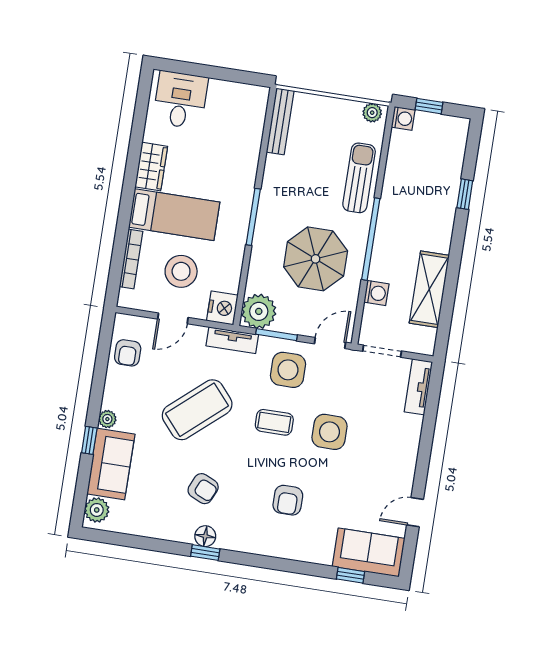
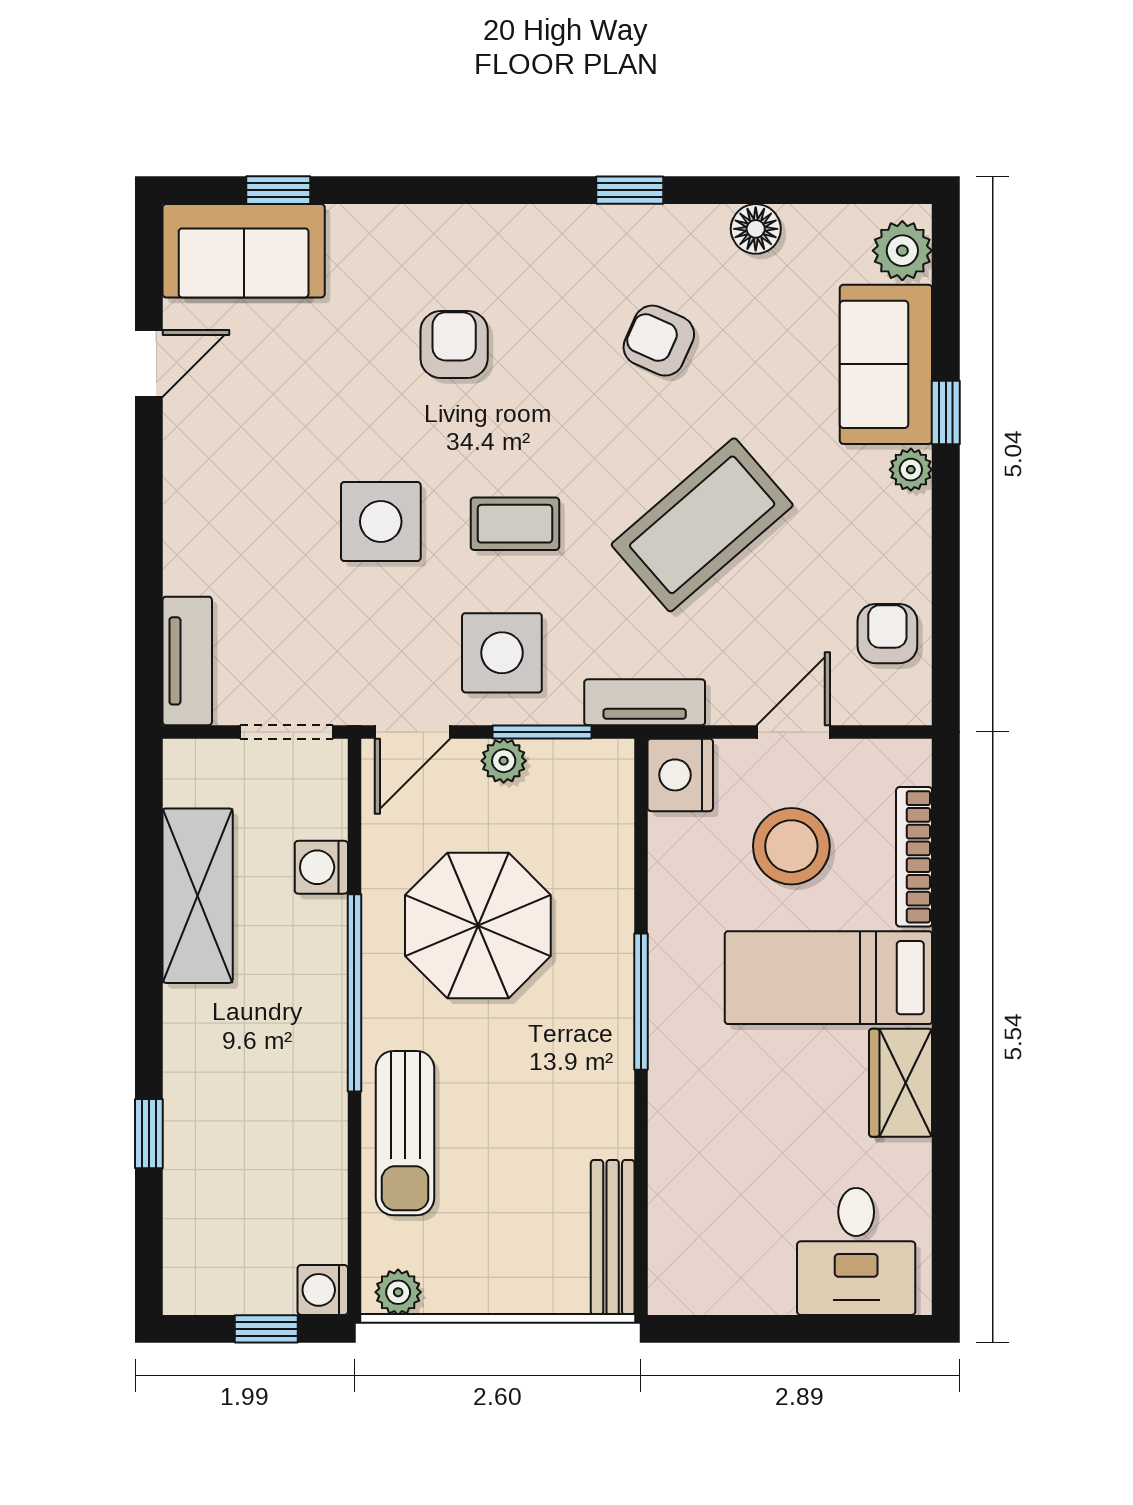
plant: (259, 311) -> (504, 761), moved, width x0.53, depth x0.53
floor lamp: (205, 536) -> (756, 229), moved

